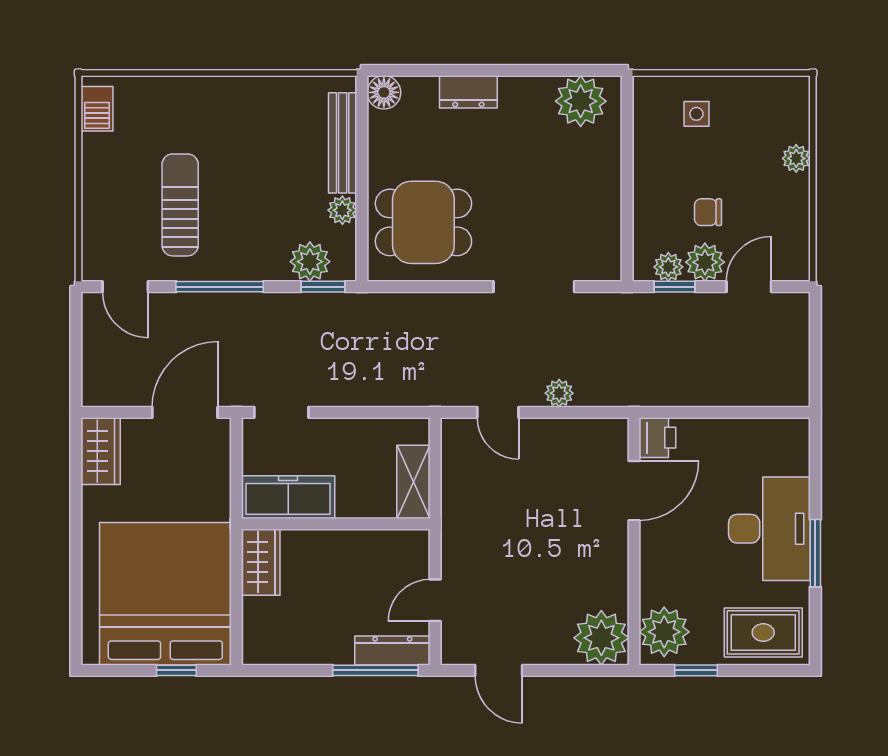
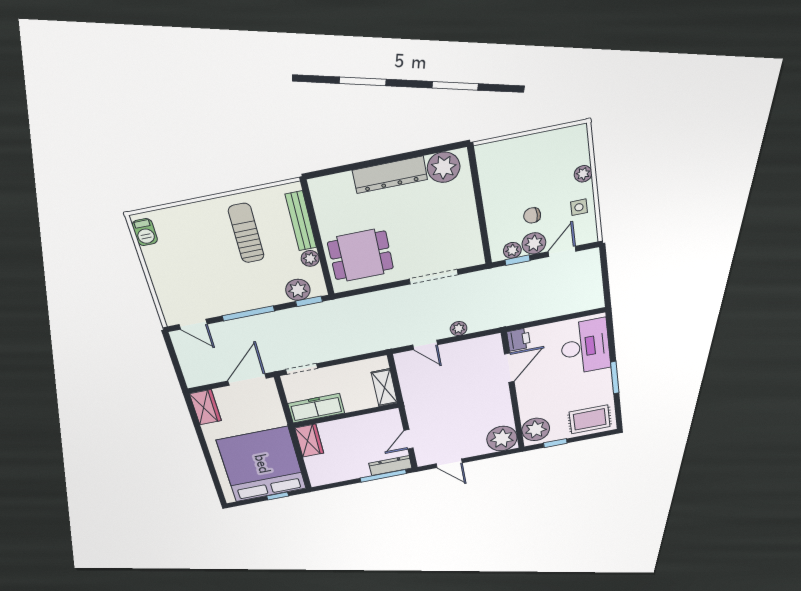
floor lamp: (384, 92) -> (319, 187), removed
dresser: (468, 92) -> (390, 175), width x1.96, depth x1.24
side table: (696, 114) -> (579, 207), moved
sun lounger: (180, 205) -> (246, 233), moved
desk: (769, 529) -> (585, 347), moved

